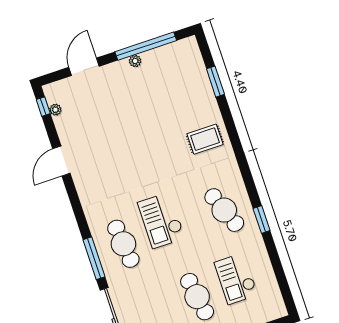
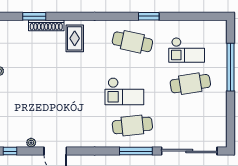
shoe rack: (209, 100) -> (46, 25), added
plant: (55, 110) -> (31, 143), moved
cafe table: (224, 210) -> (132, 42), turned 33

